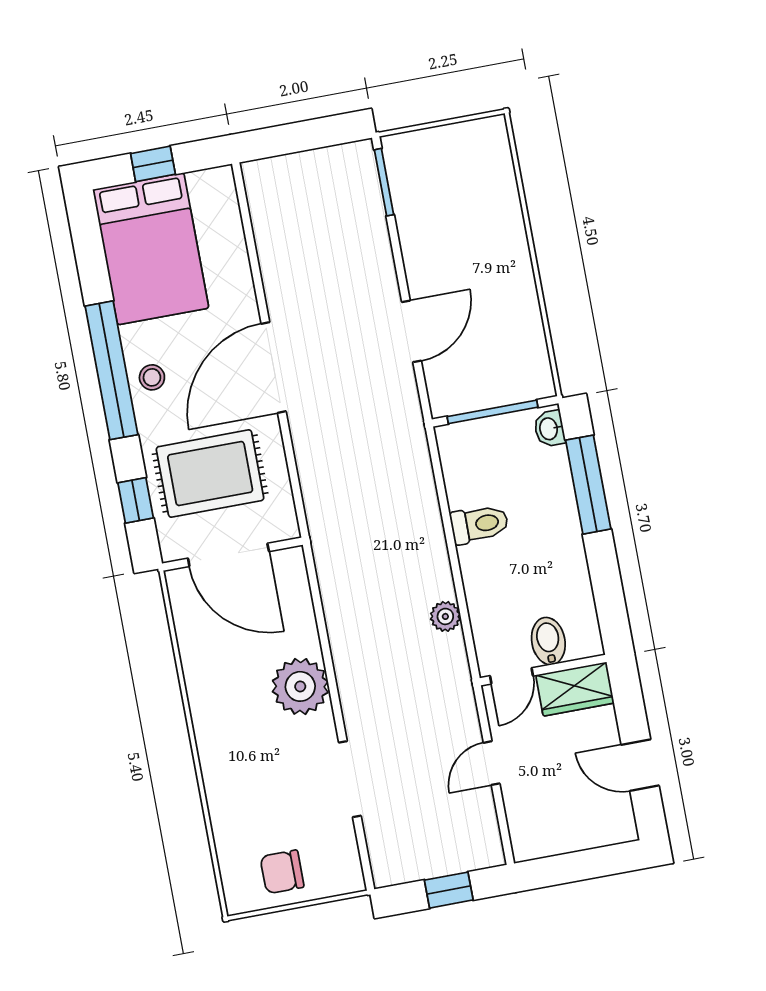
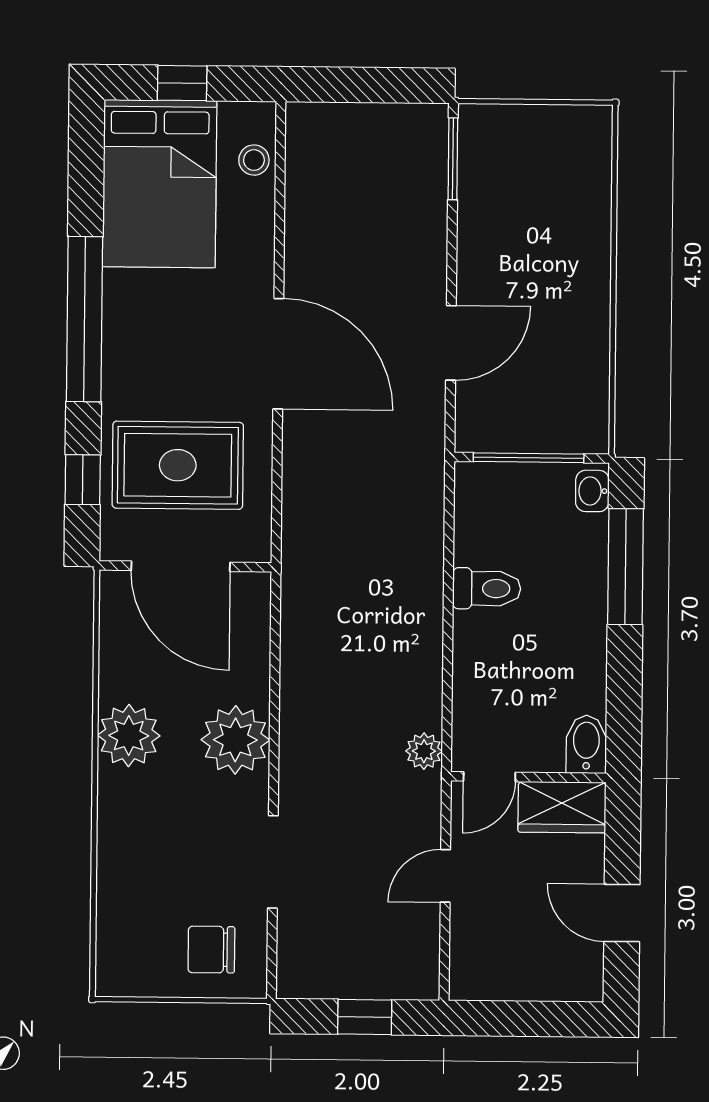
door: (274, 368) -> (278, 354), swing flipped
stool: (152, 377) -> (254, 160), moved
plant: (445, 616) -> (424, 751), moved
bidet: (548, 641) -> (586, 744), moved
plant: (213, 700) -> (129, 736), added
chair: (282, 872) -> (211, 950), moved

